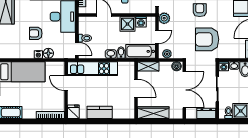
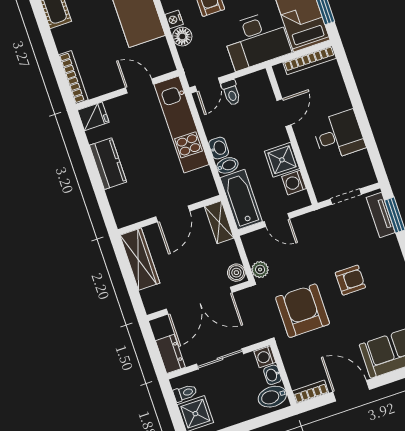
plant: (164, 18) -> (315, 222), removed
plant: (167, 54) -> (260, 270), moved
door: (66, 83) -> (139, 86), hinge flipped

